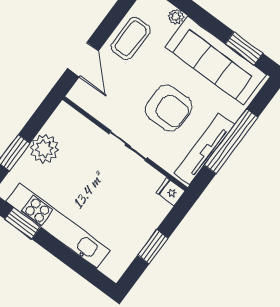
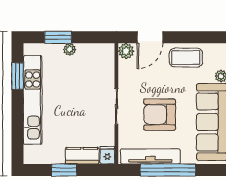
plant: (79, 94) -> (126, 51), added
armchair: (169, 108) -> (160, 115), turned 90
plant: (44, 149) -> (70, 49), width x0.53, depth x0.53
kitchen counter: (152, 218) -> (82, 156), added

